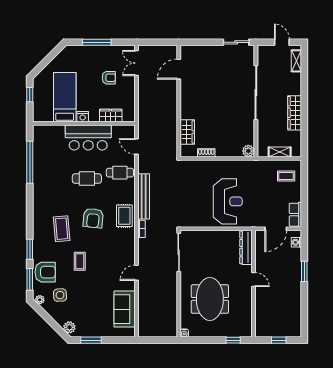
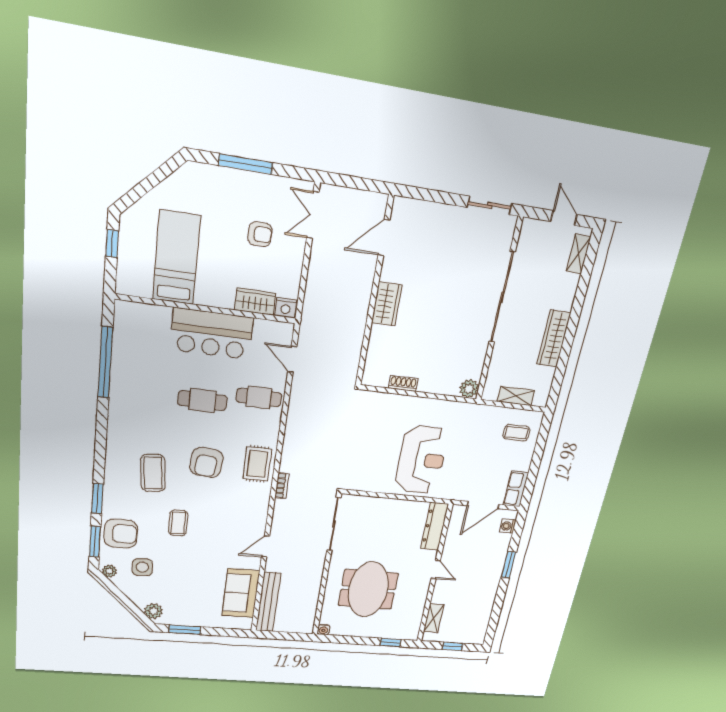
nightstand: (83, 117) -> (286, 308), moved
wardrobe: (187, 132) -> (387, 304), moved
bench: (144, 196) -> (268, 602), moved
shelving: (260, 318) -> (434, 618), added

